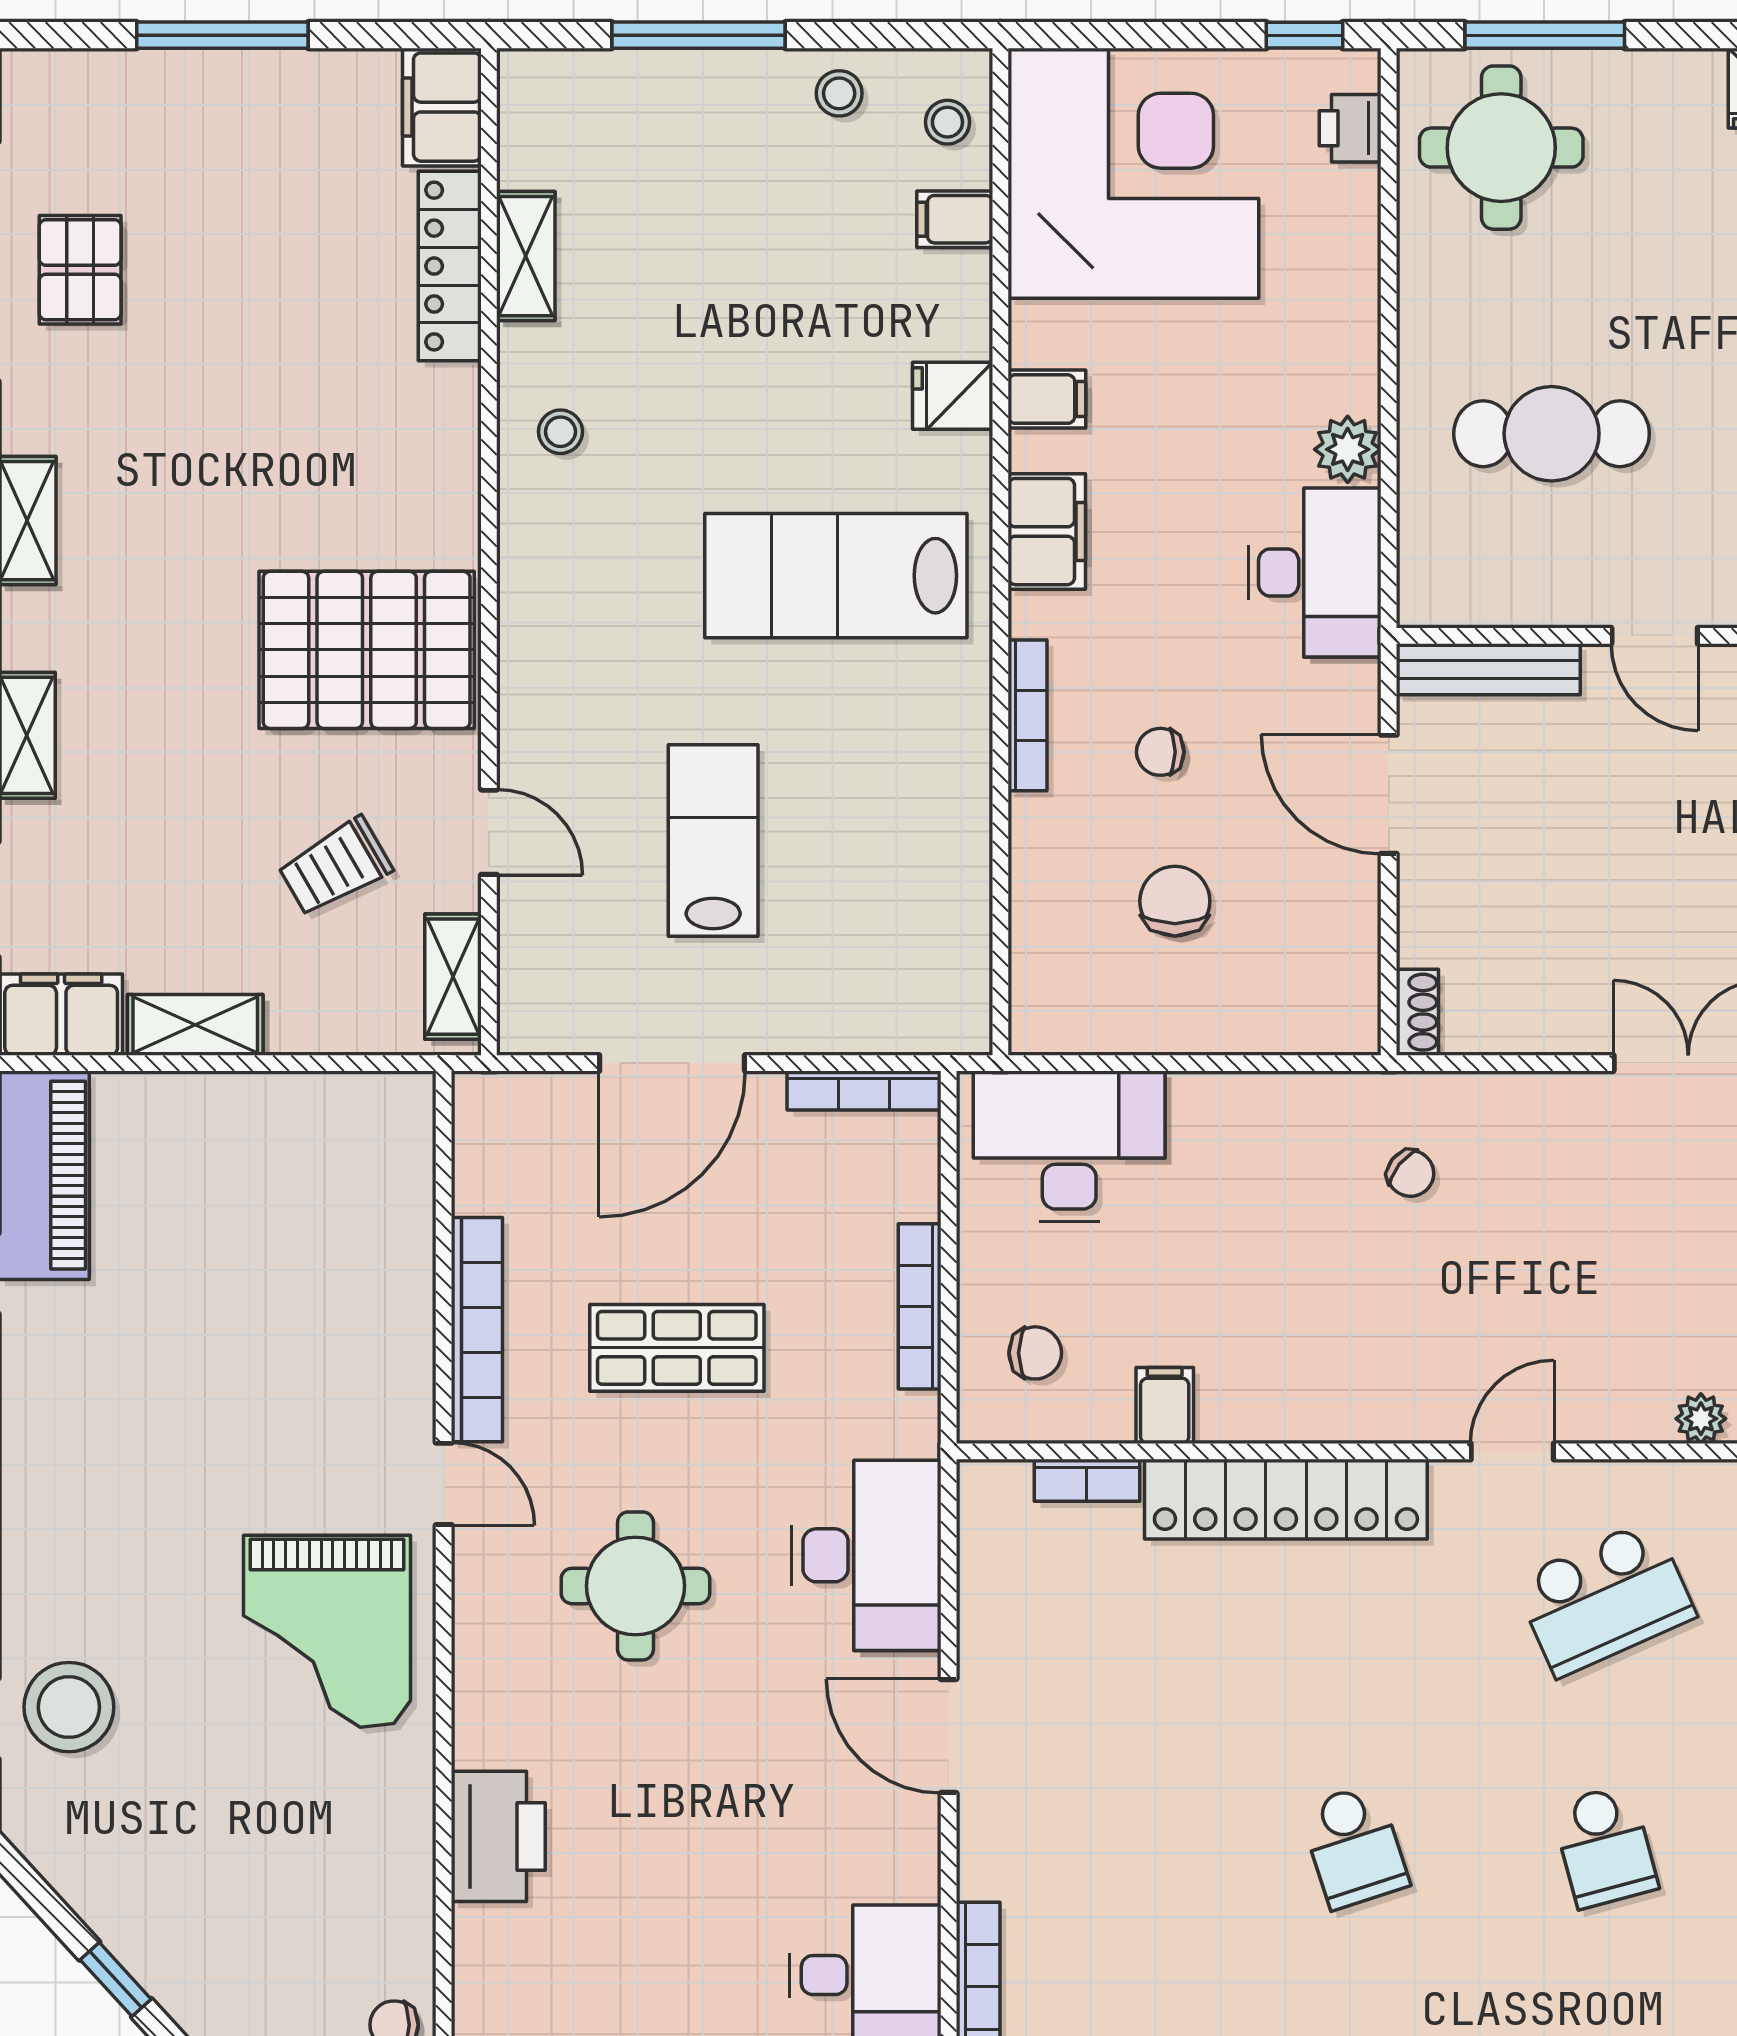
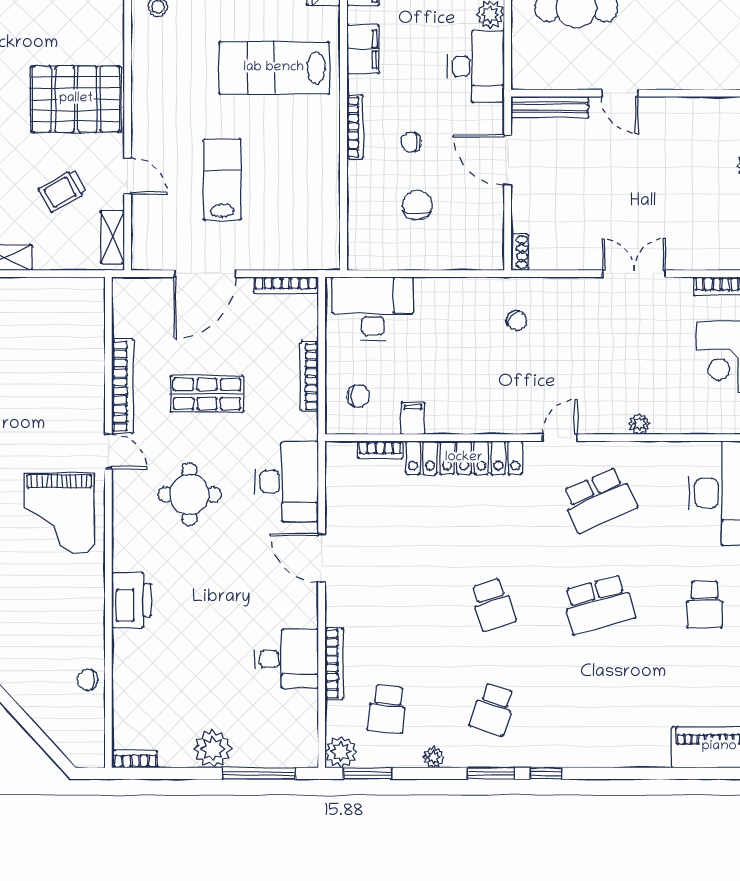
school desk: (1605, 1846) -> (599, 604), width x1.85

